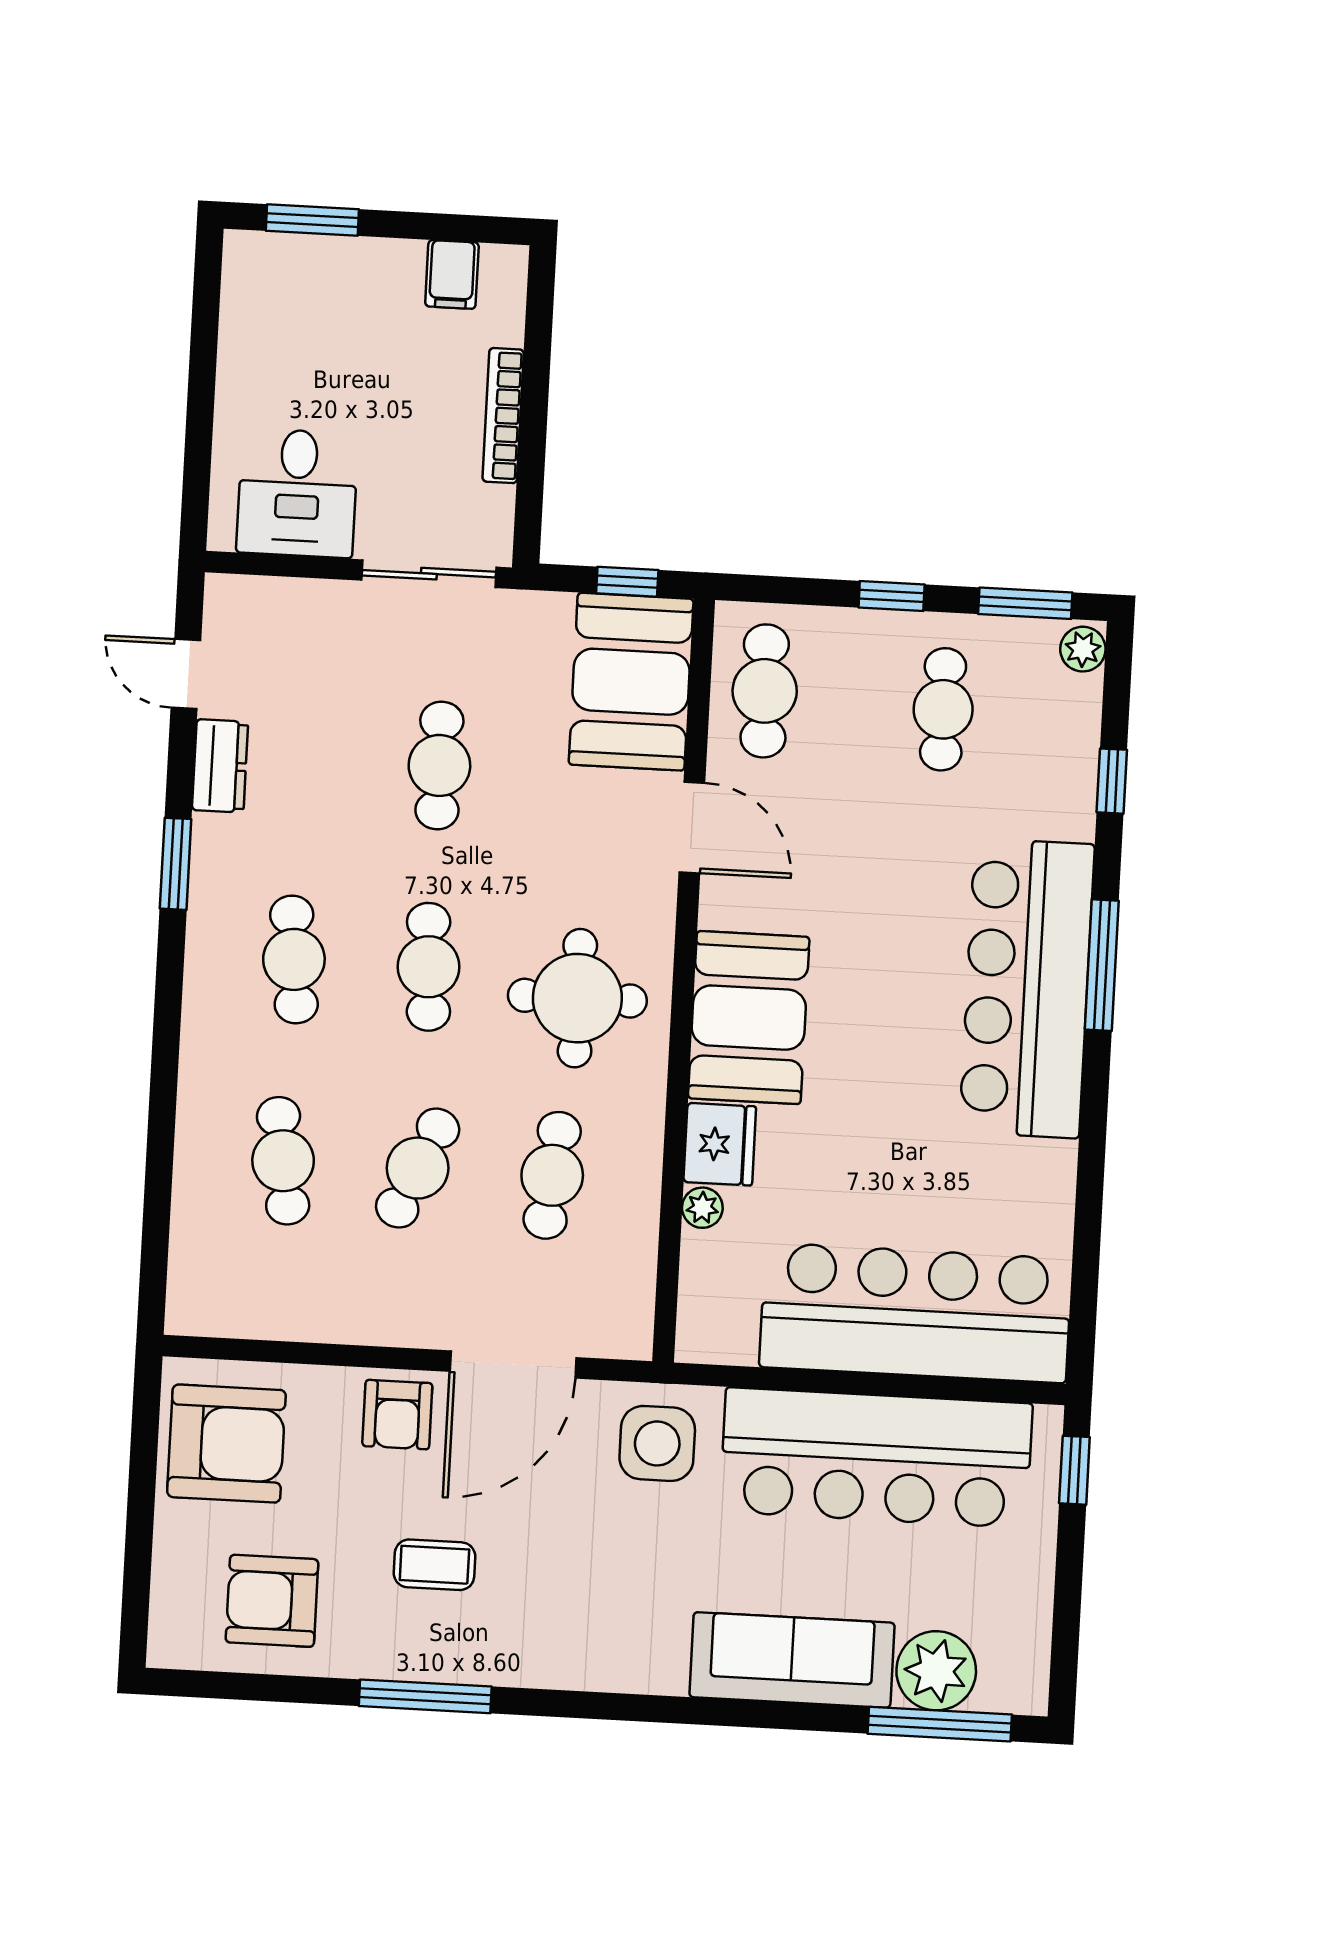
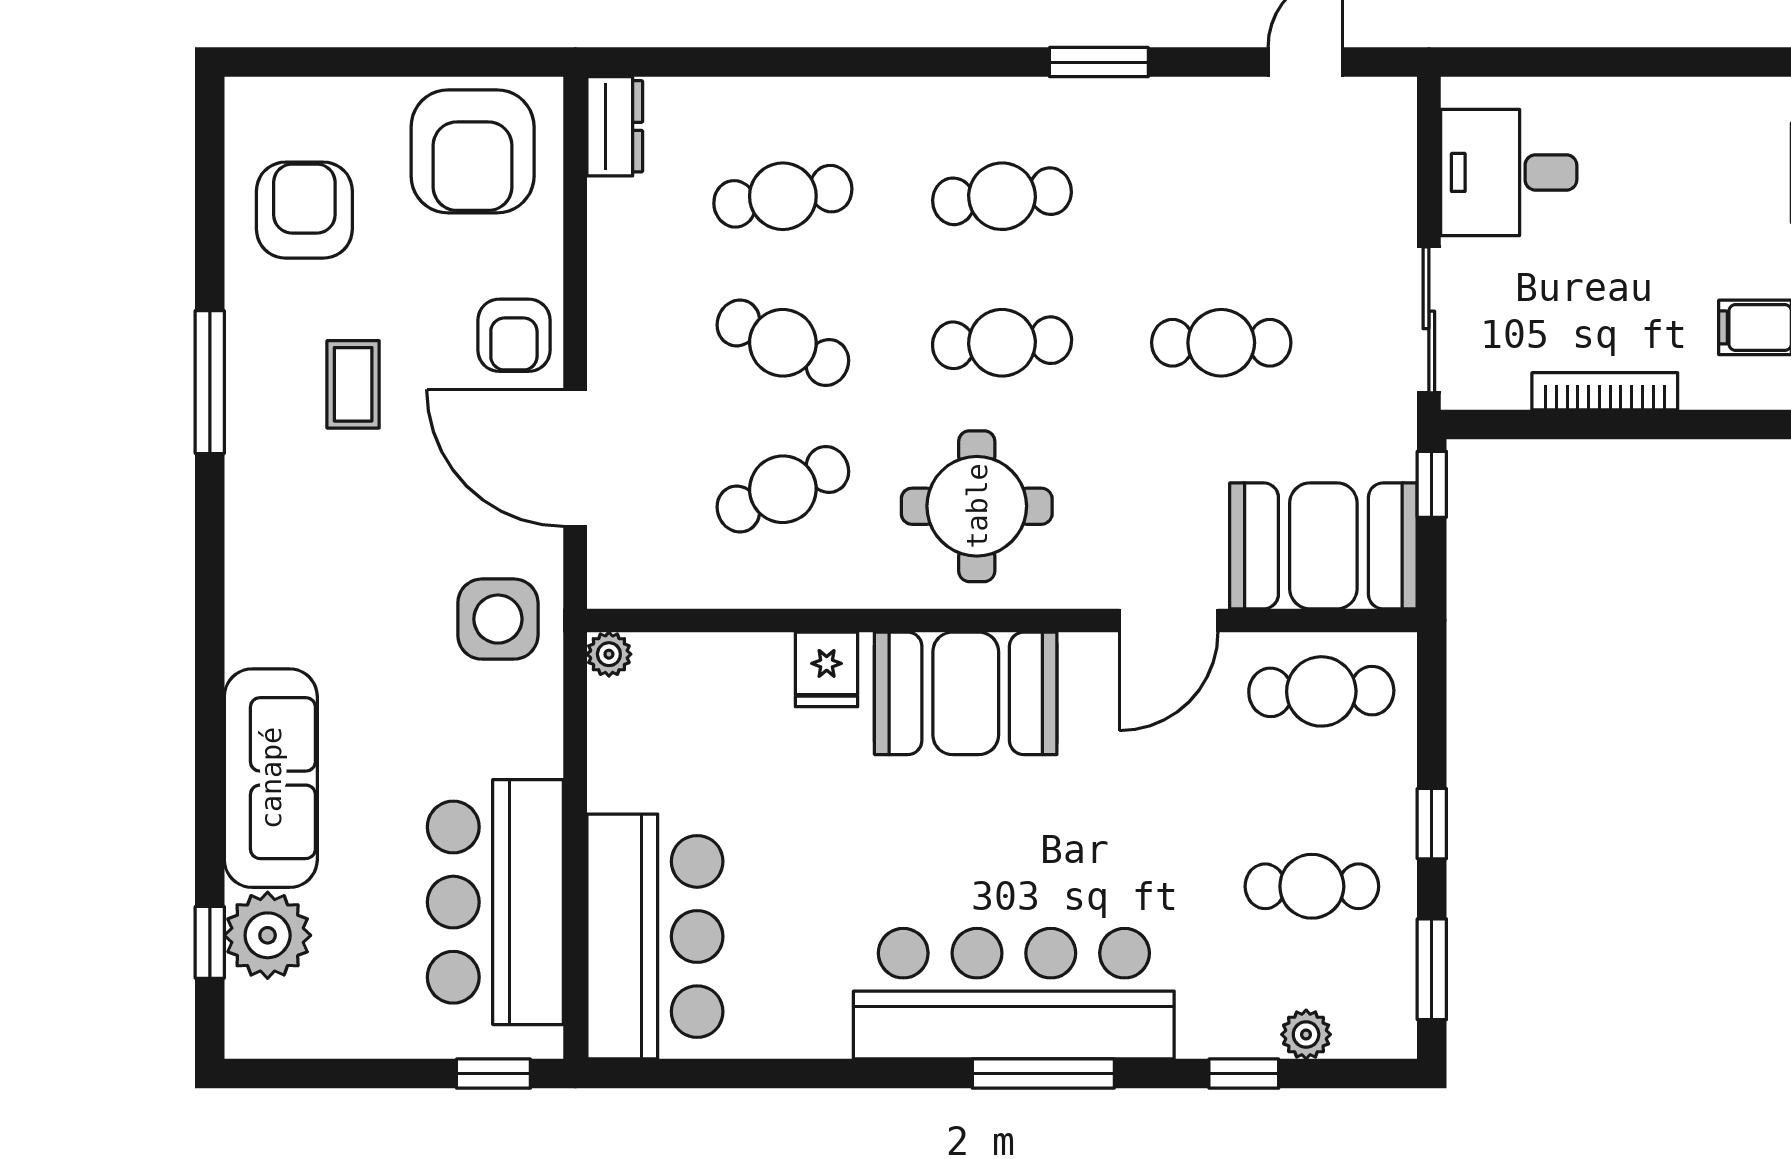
window: (627, 582) -> (1432, 484), moved
plant: (1083, 649) -> (1306, 1034), moved
dresser: (220, 766) -> (615, 126), moved, turned -90
fridge: (720, 1144) -> (827, 669), width x0.72
cafe table: (552, 1175) -> (783, 489), turned -30
plant: (702, 1208) -> (609, 654), moved
bar counter: (916, 1313) -> (655, 937), width x0.73
armchair: (397, 1415) -> (514, 335), turned -90
bar counter: (876, 1458) -> (495, 902), width x0.73
window: (940, 1724) -> (210, 942), width x0.46

